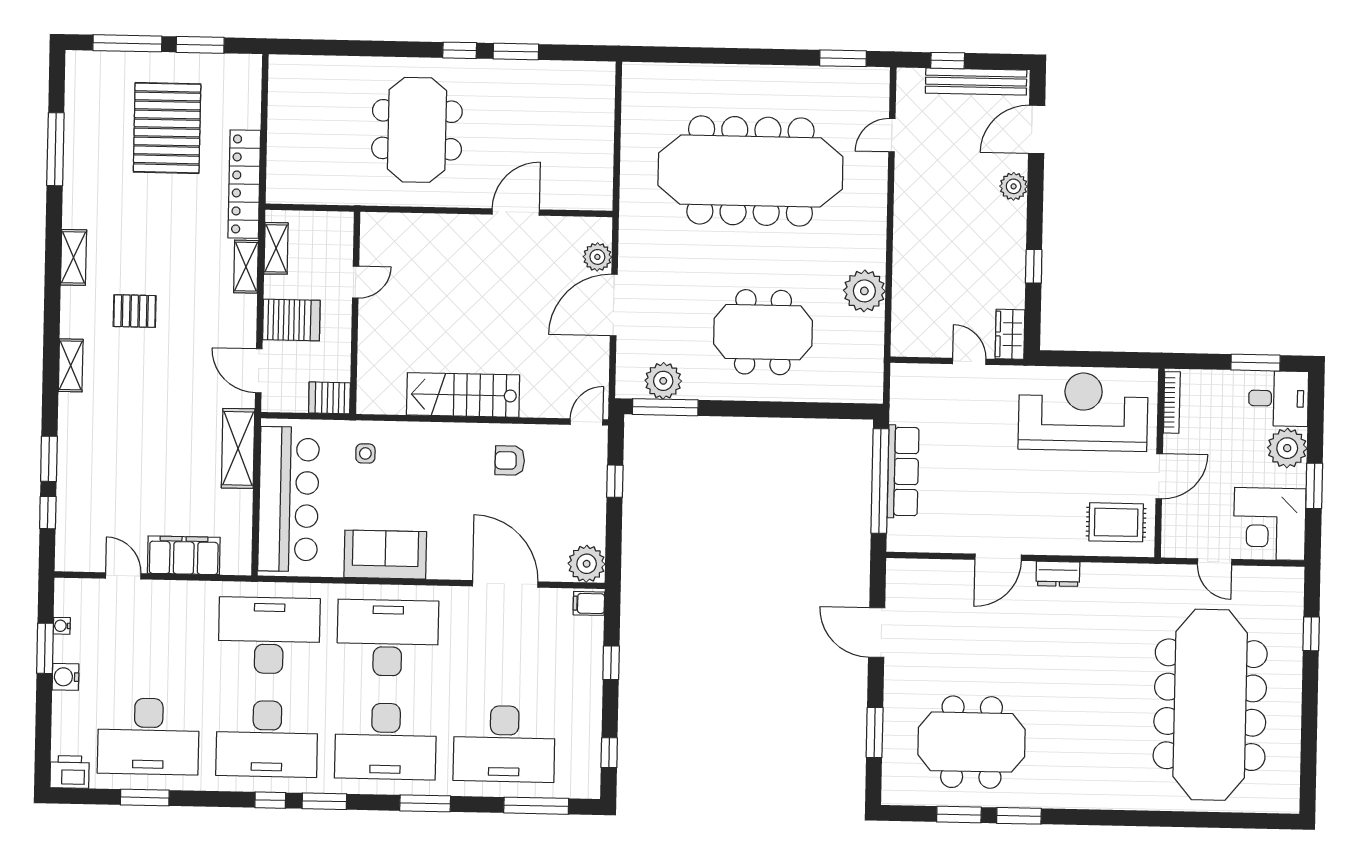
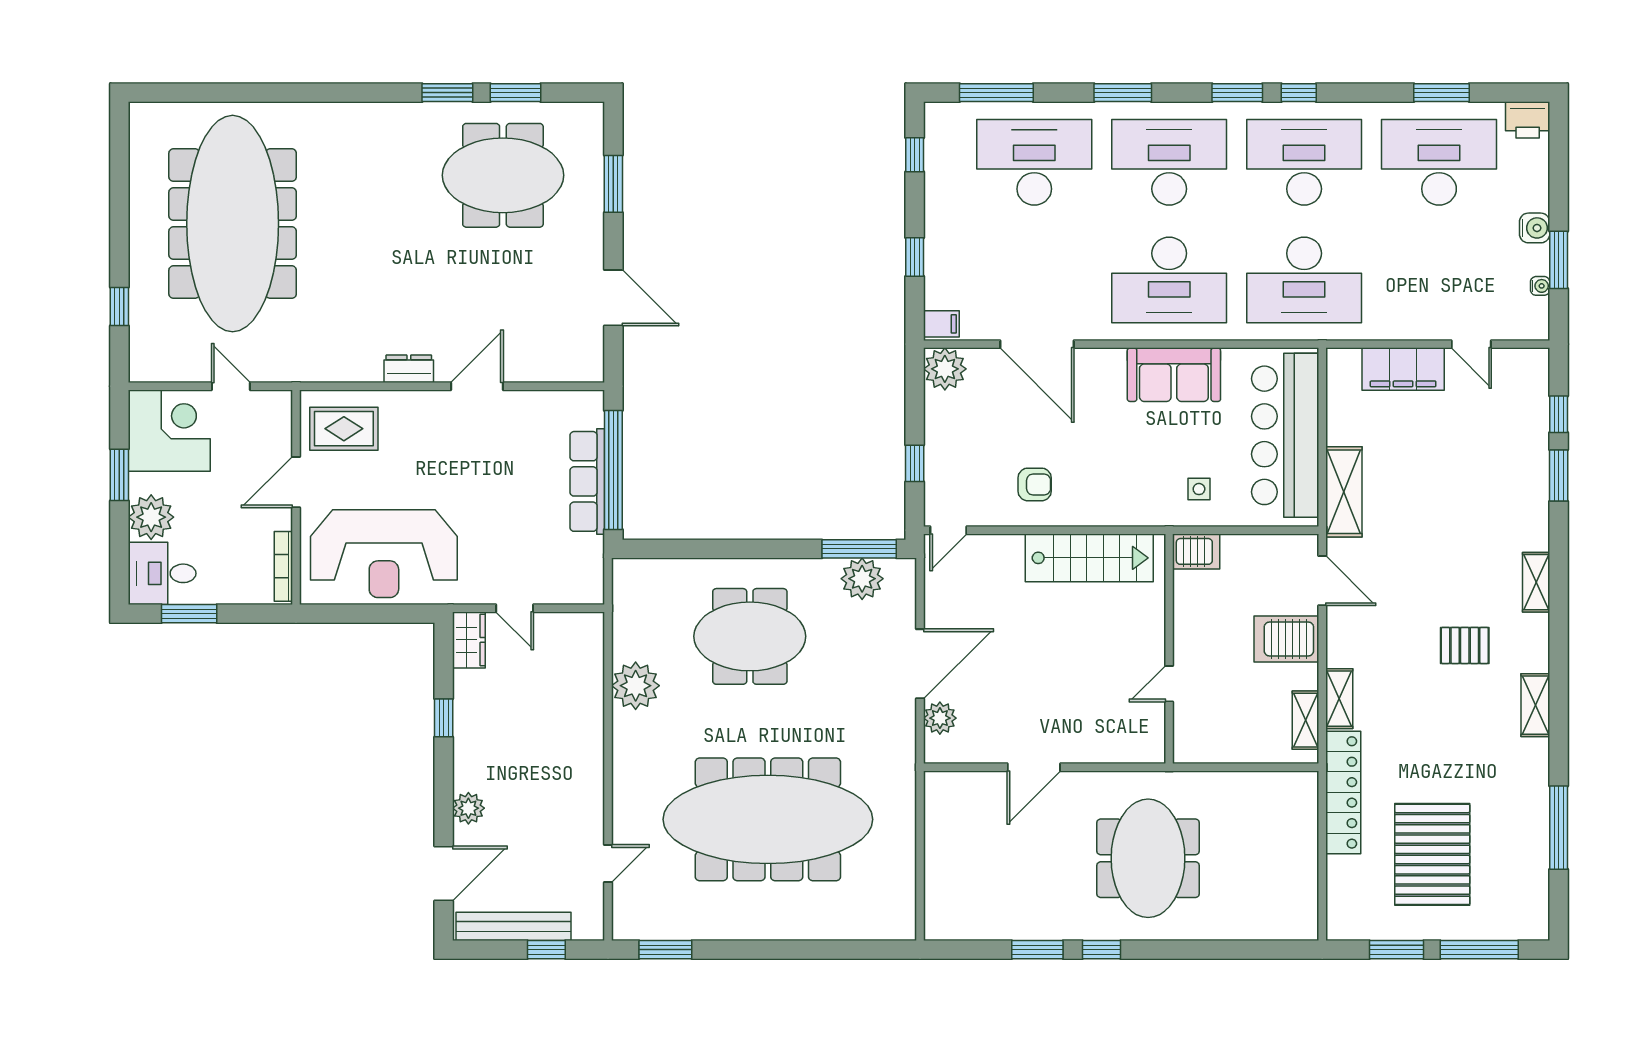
door: (356, 282) -> (1169, 684), moved
wall: (355, 313) -> (1169, 649), moved
server rack: (329, 398) -> (1196, 551), moved

